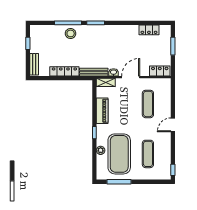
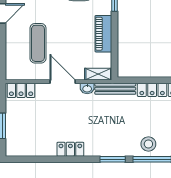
locker: (149, 30) -> (70, 149), moved
door: (131, 77) -> (63, 82), swing flipped

